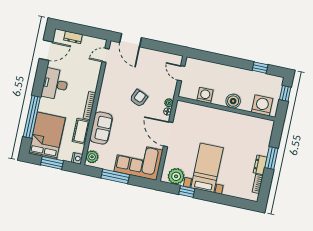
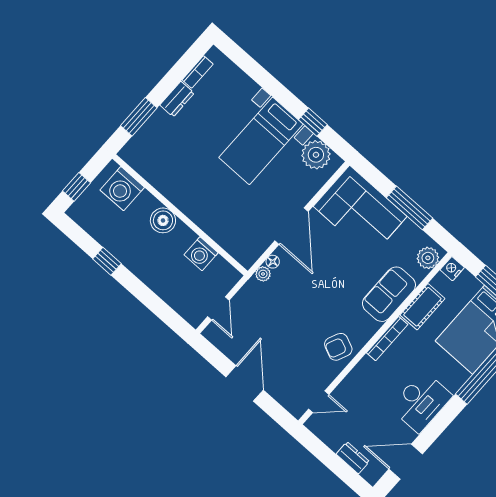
door: (131, 40) -> (245, 383), moved
window: (260, 68) -> (107, 261), moved
armchair: (139, 98) -> (338, 347), moved
window: (271, 158) -> (139, 117), moved

